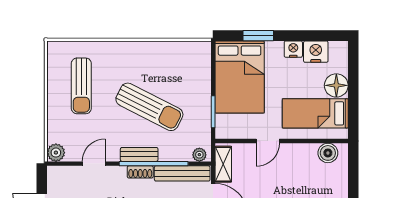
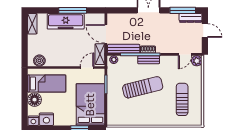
nightstand: (293, 49) -> (33, 121), moved
sun lounger: (149, 107) -> (143, 87), turned 139
door: (268, 141) -> (87, 67), moved
door: (94, 164) -> (185, 54), moved

